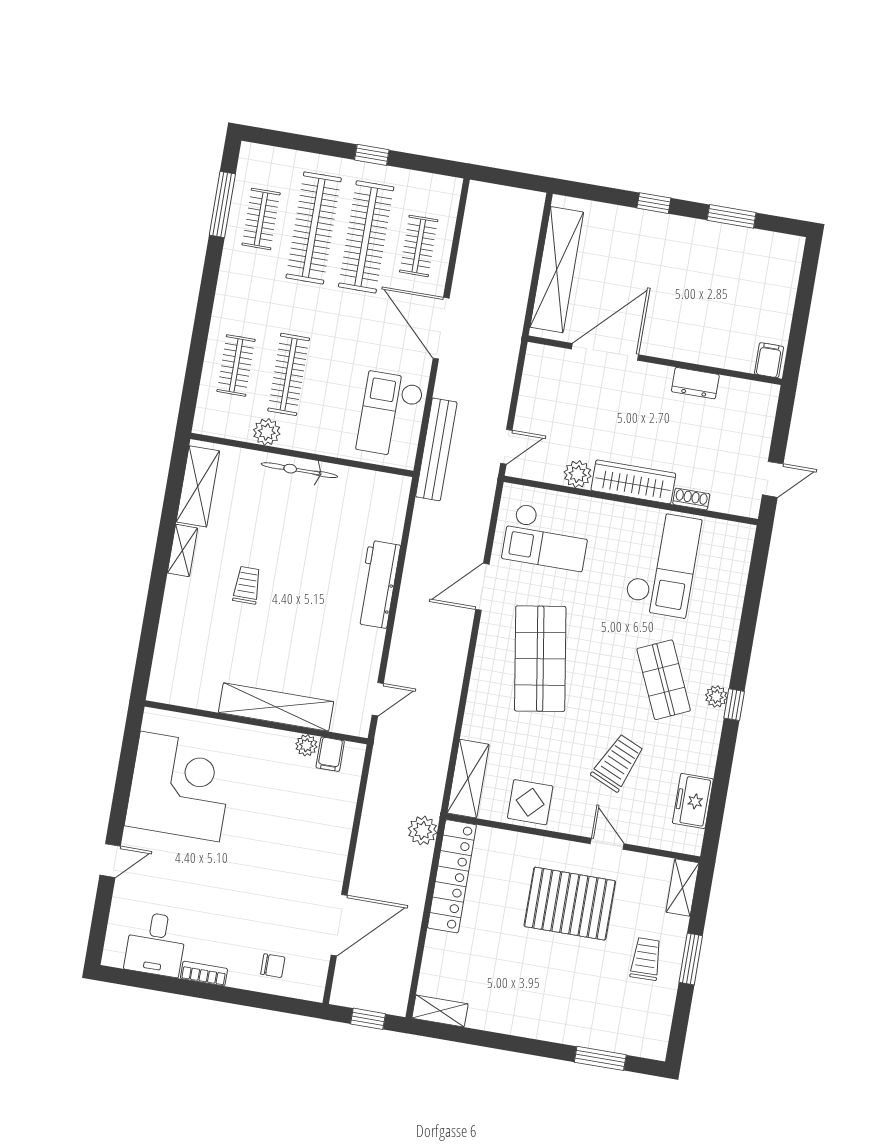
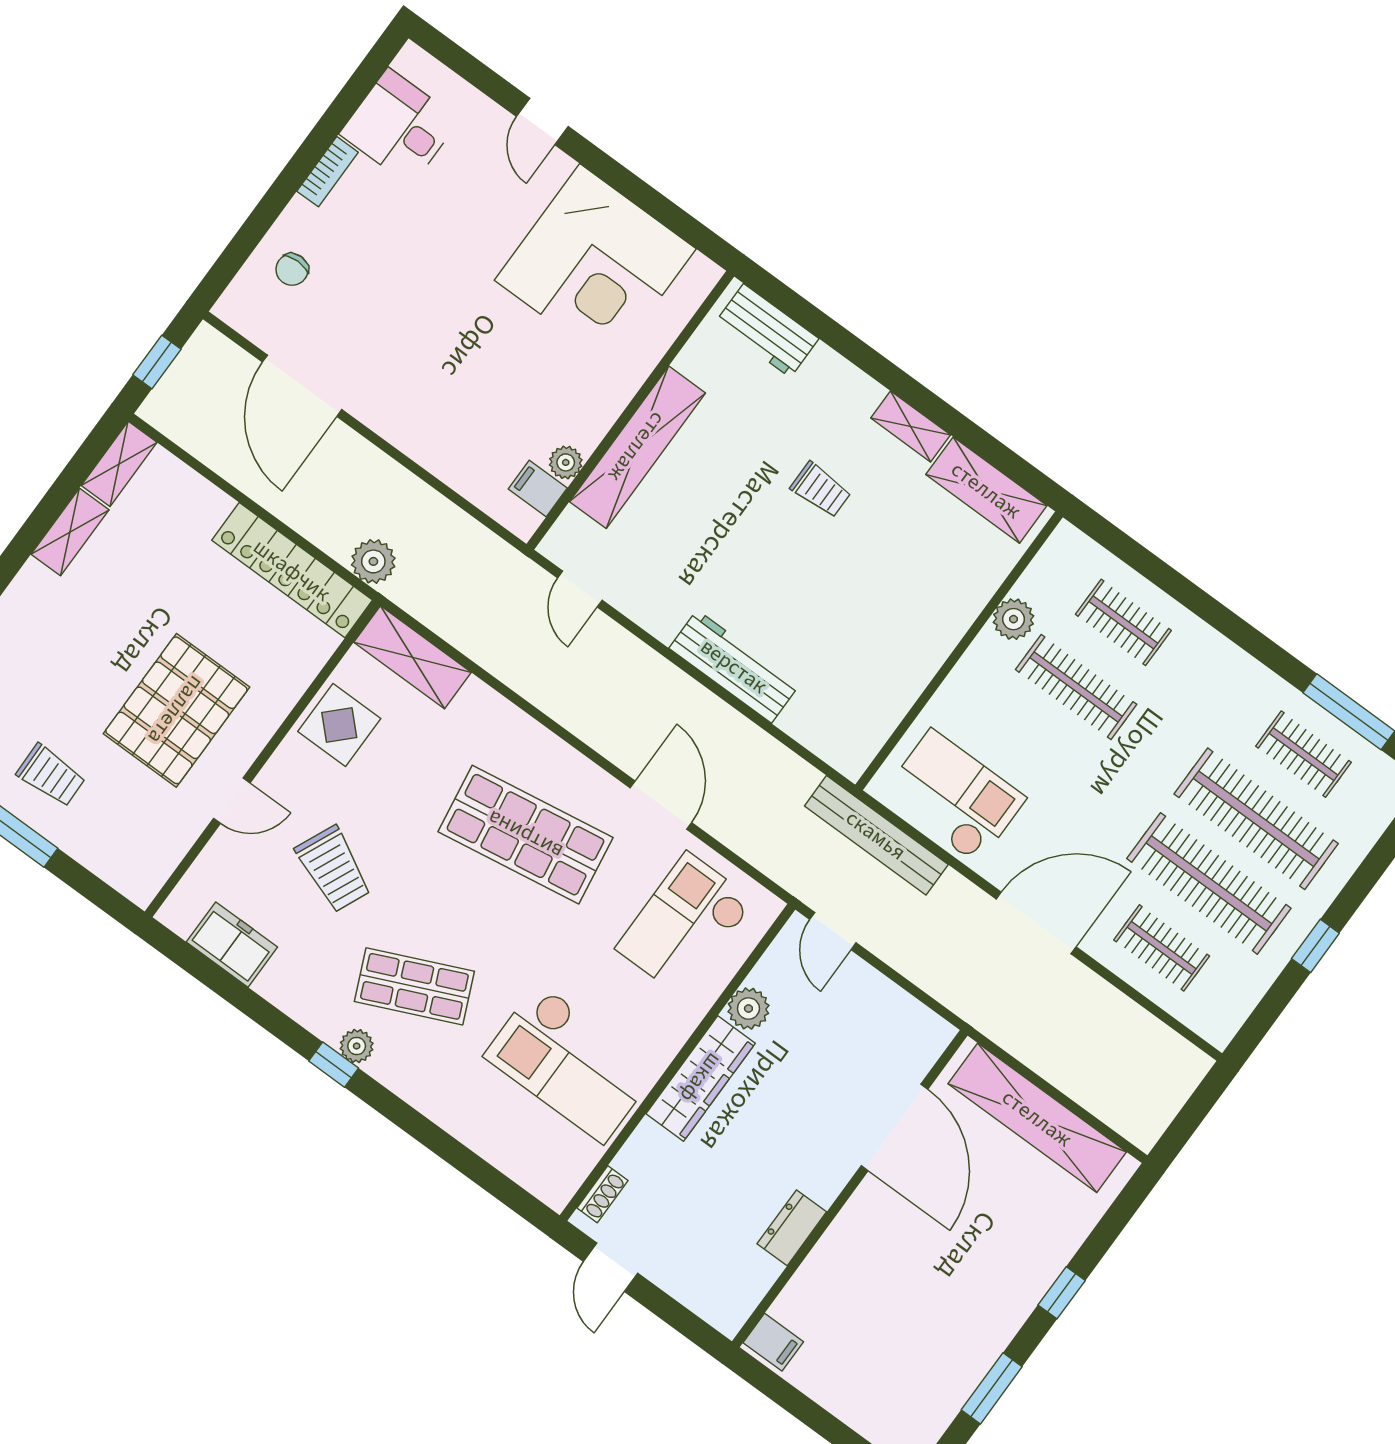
bicycle: (299, 470) -> (940, 637), removed
shoe rack: (691, 499) -> (603, 1194), moved
workbench: (168, 665) -> (767, 331), added
shelving: (682, 888) -> (70, 532), moved, turned 90

